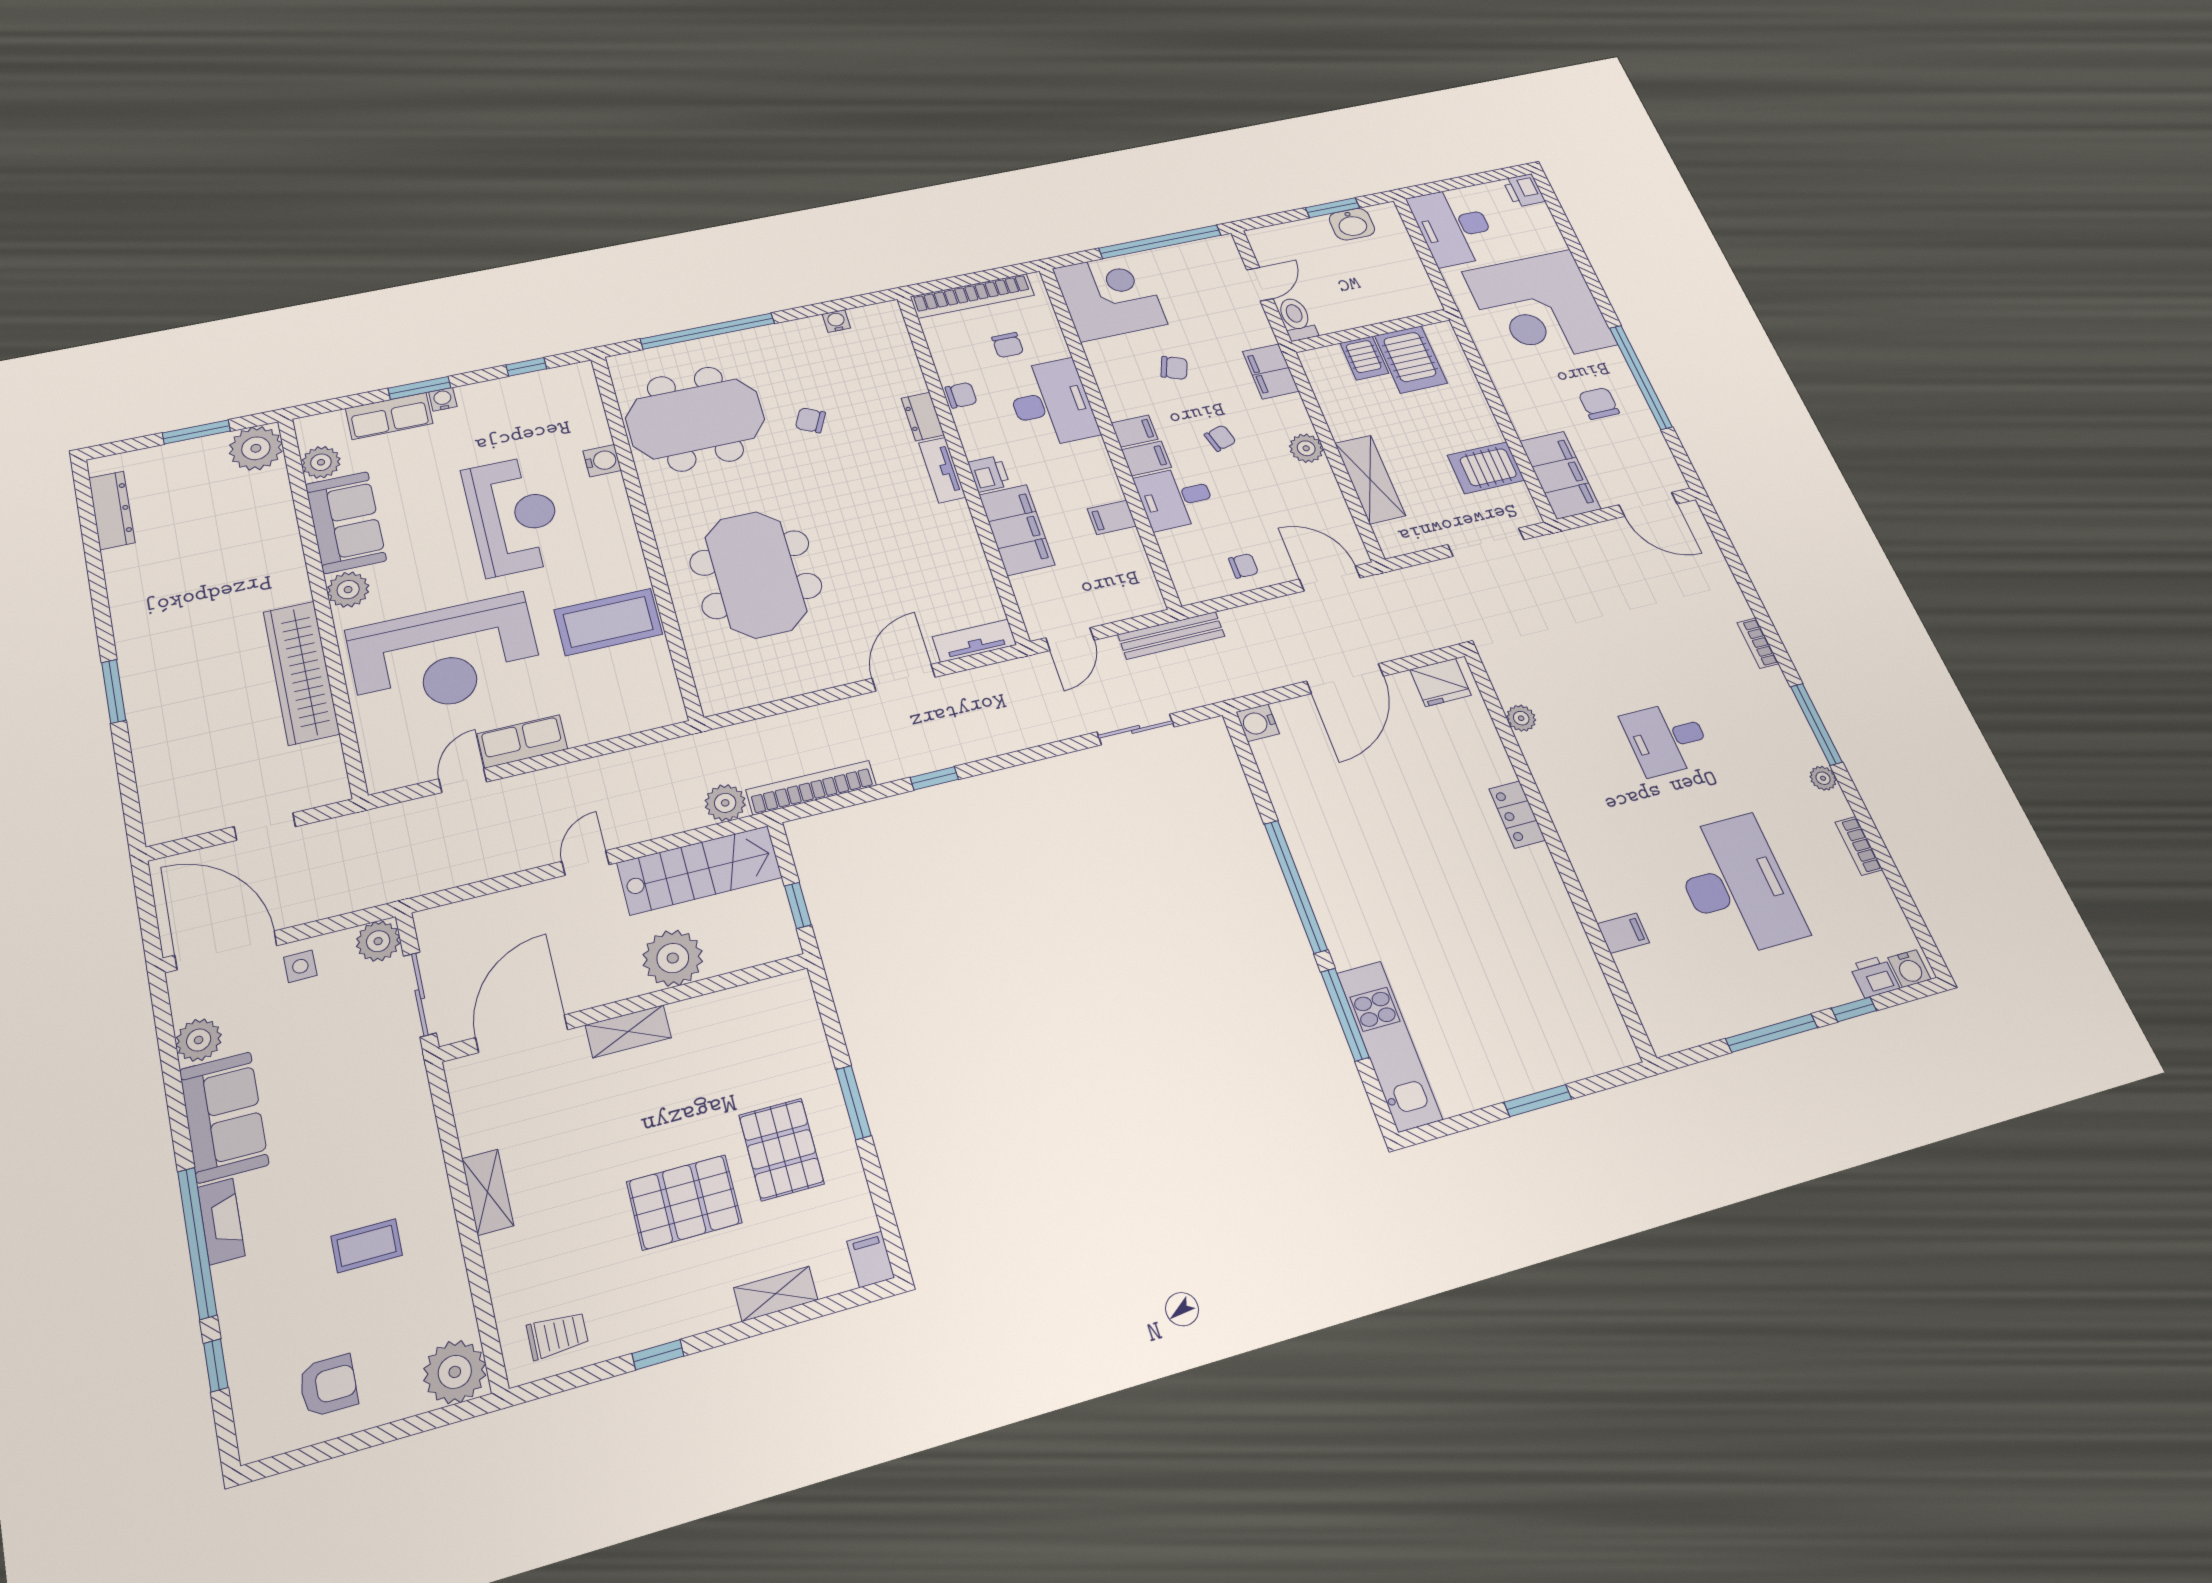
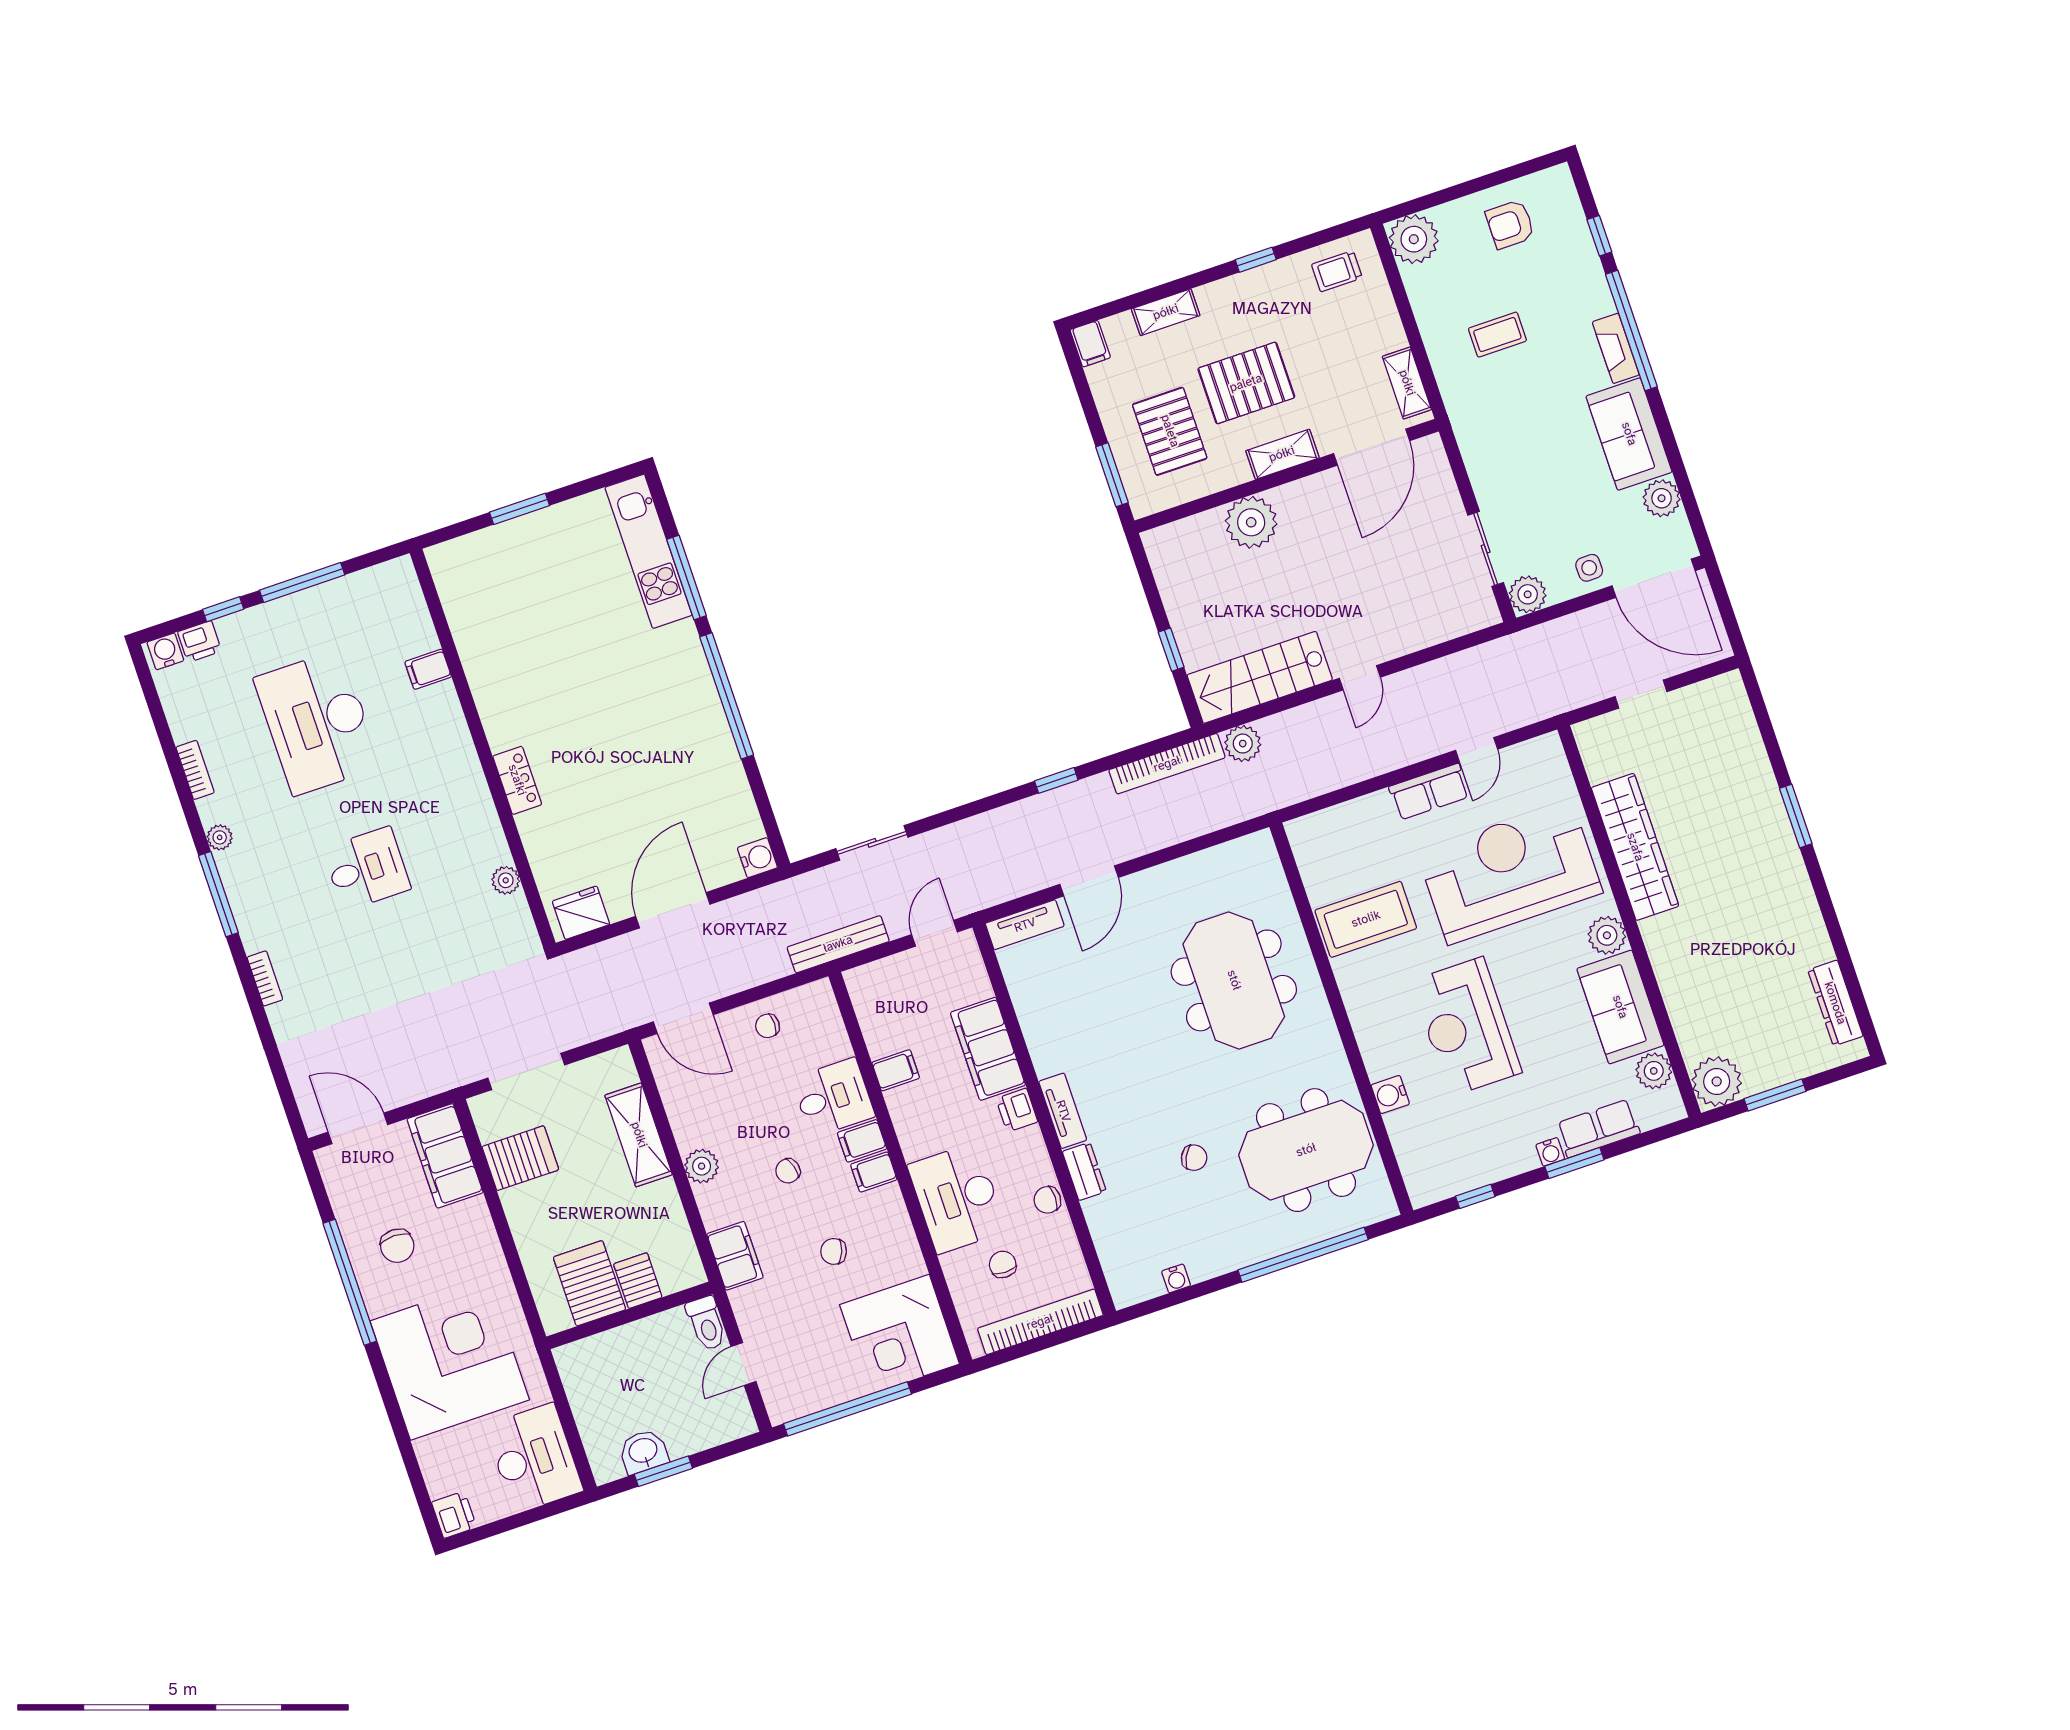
plant: (673, 958) -> (1251, 522), moved
wall: (626, 1007) -> (1287, 476), moved
shelving: (628, 1031) -> (1282, 454), moved
door: (522, 1034) -> (1372, 447), moved

